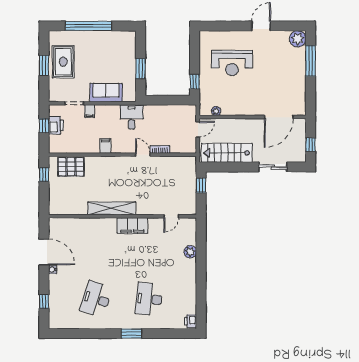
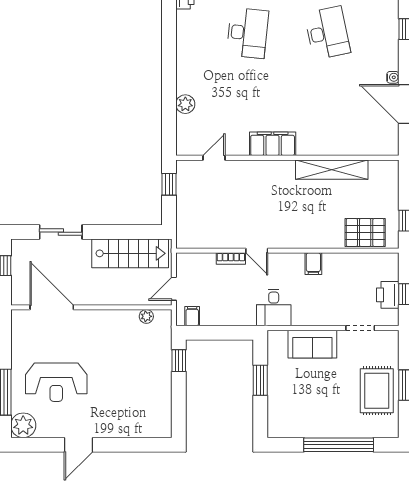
reception desk: (232, 63) -> (56, 382), moved, turned 180
filing cabinet: (89, 111) -> (192, 316), moved
door: (279, 117) -> (52, 307), hinge flipped
window: (201, 185) -> (169, 184), moved
shelving: (112, 208) -> (332, 170), moved
desk: (96, 299) -> (327, 33), turned -30

